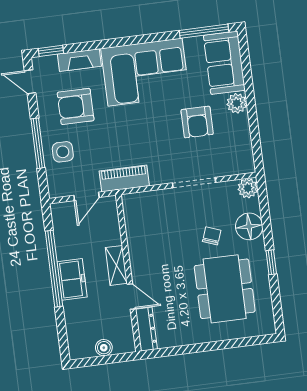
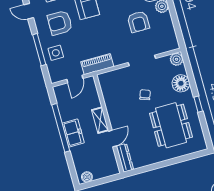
chair: (212, 236) -> (145, 95), moved
door: (131, 297) -> (112, 139), hinge flipped
boiler: (104, 348) -> (87, 177), moved

